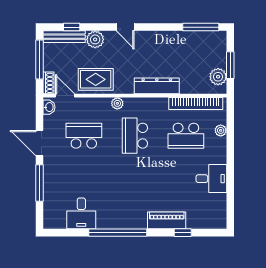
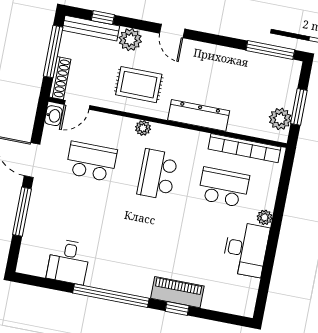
rug: (96, 79) -> (139, 85), moved
shoe rack: (49, 83) -> (60, 78), width x1.43
door: (65, 96) -> (77, 105), swing flipped
plant: (221, 130) -> (265, 217), moved
school desk: (186, 136) -> (224, 187), turned 180
desk: (211, 179) -> (246, 249), width x1.37
window: (183, 233) -> (177, 308), moved

